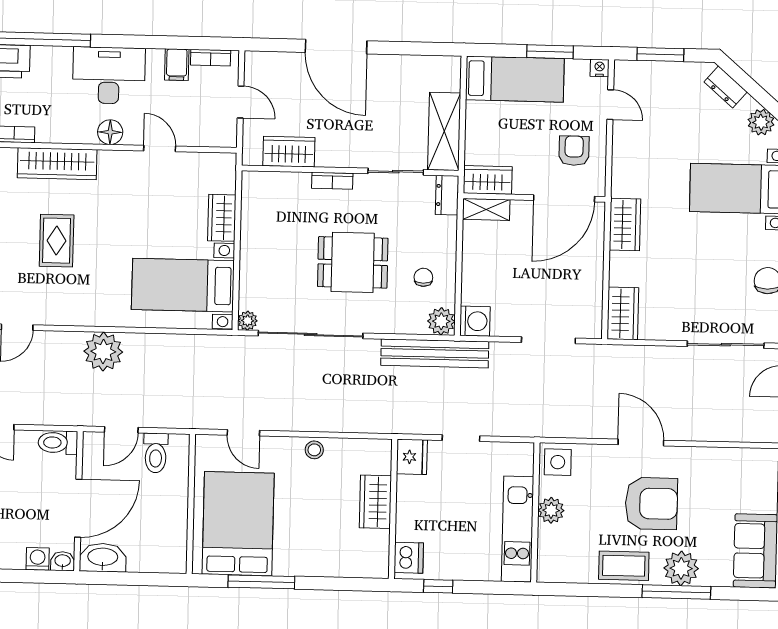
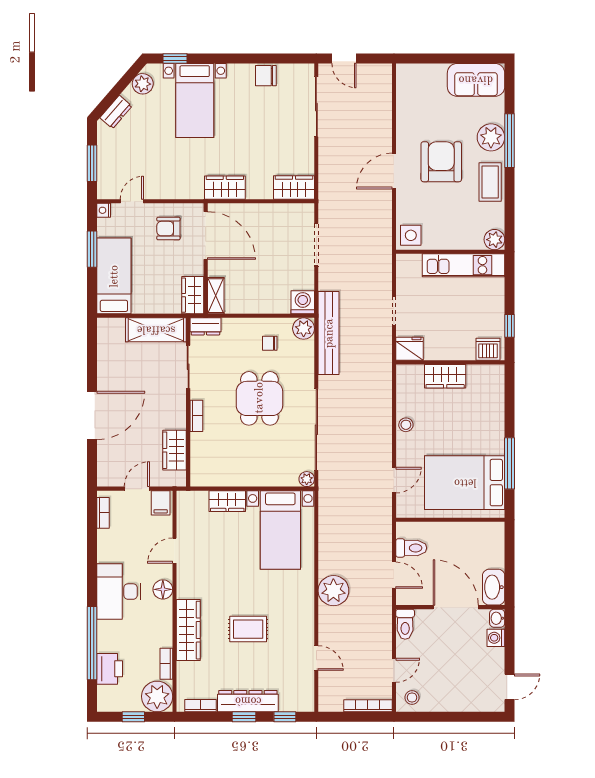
filing cabinet: (177, 65) -> (161, 503), moved, turned 90
plant: (551, 510) -> (494, 240), moved

